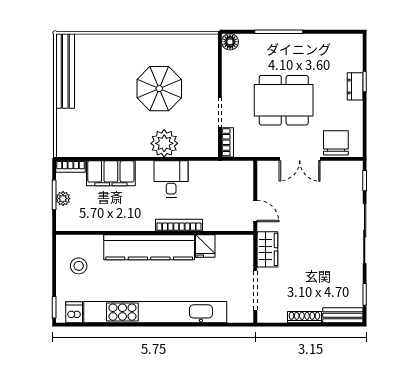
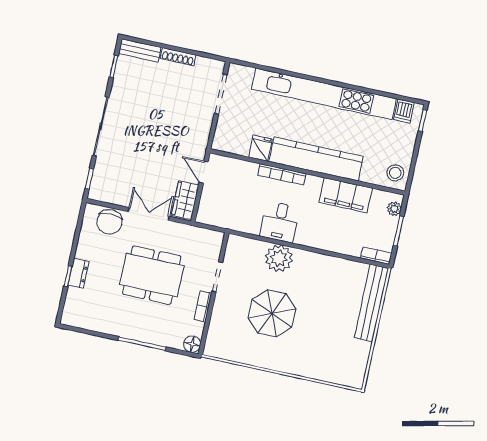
bench: (65, 71) -> (371, 303), moved
bookcase: (228, 142) -> (203, 306), moved
filing cabinet: (111, 173) -> (346, 195), moved, turned 180
plant: (63, 199) -> (394, 209), moved
wardrobe: (267, 249) -> (185, 200), moved
stool: (79, 266) -> (395, 173), moved

